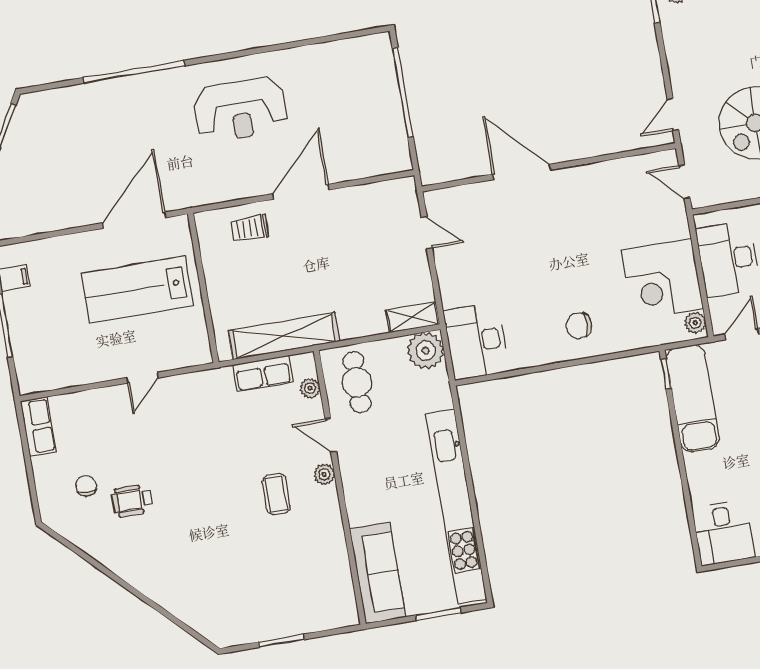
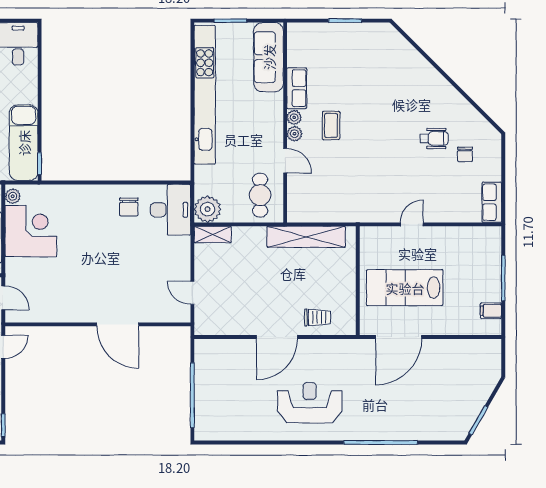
lab bench: (137, 289) -> (405, 288), turned 180
chair: (579, 326) -> (129, 207), moved, turned 90
row of seats: (263, 374) -> (297, 88), moved, turned 90
plant: (310, 388) -> (294, 117), moved

